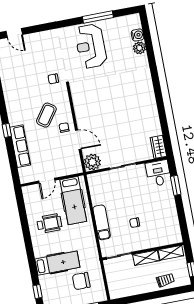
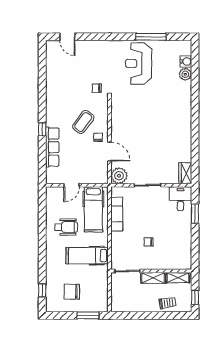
exam couch: (102, 222) -> (117, 214), moved
hospital bed: (57, 263) -> (87, 256), moved, turned 180
chair: (81, 281) -> (72, 292), moved

